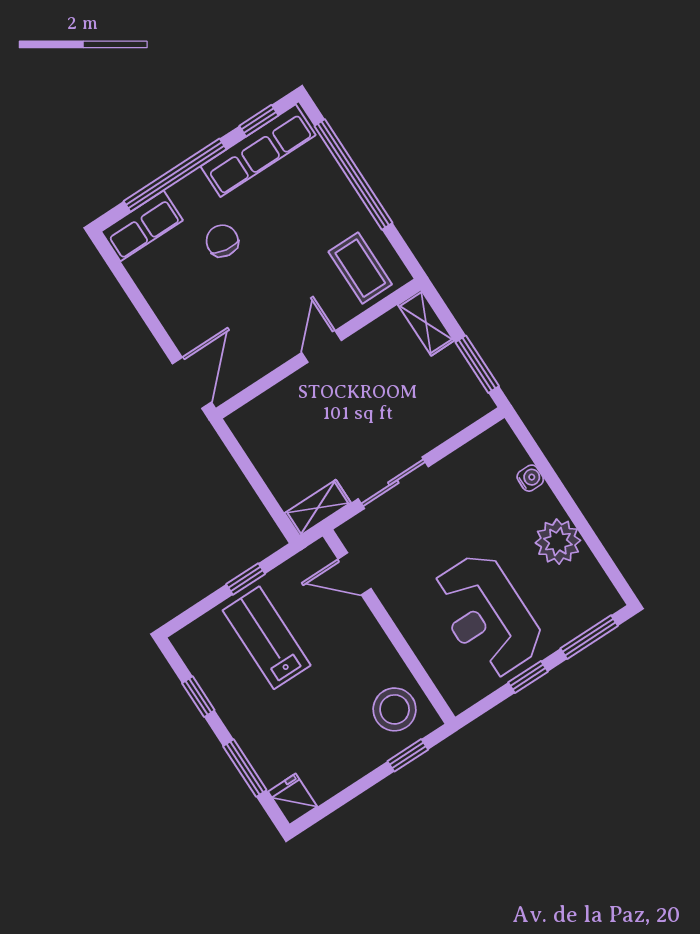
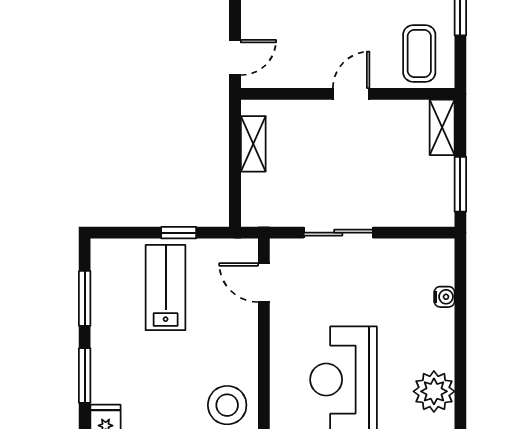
door: (192, 383) -> (235, 57), width x0.73
shelving: (318, 508) -> (253, 144), moved, turned 90
plant: (558, 542) -> (434, 391), moved
window: (198, 697) -> (85, 298), width x1.50

